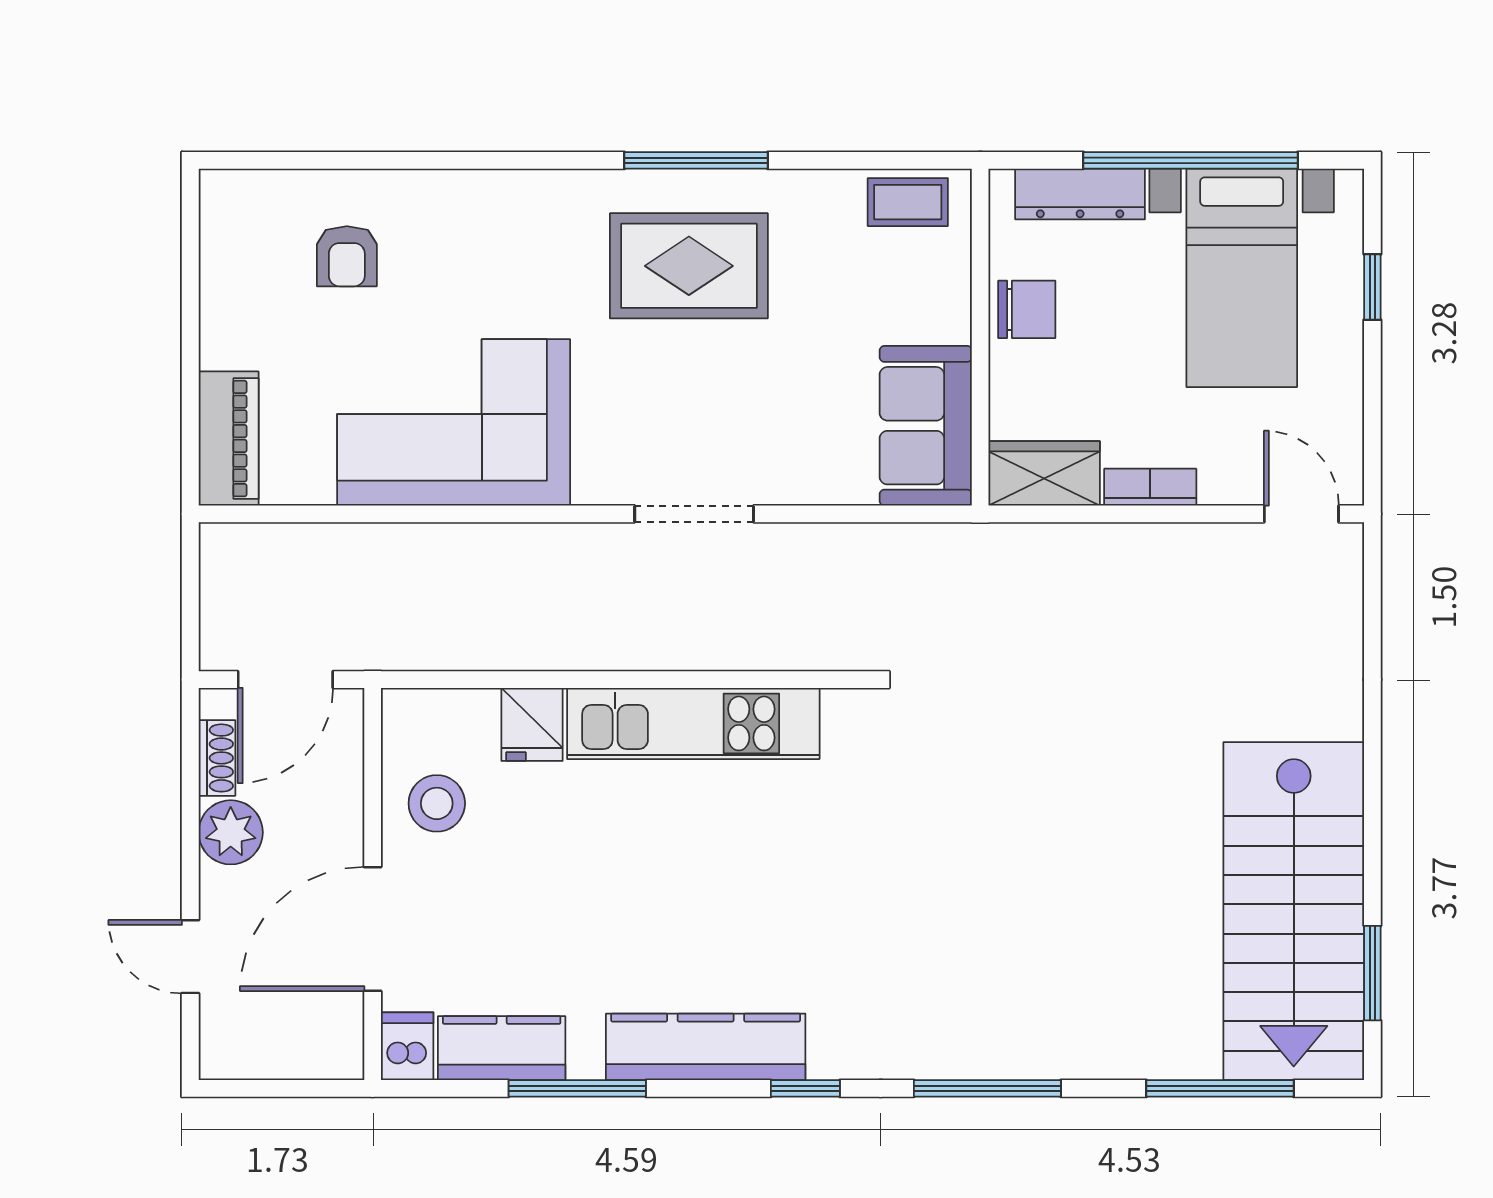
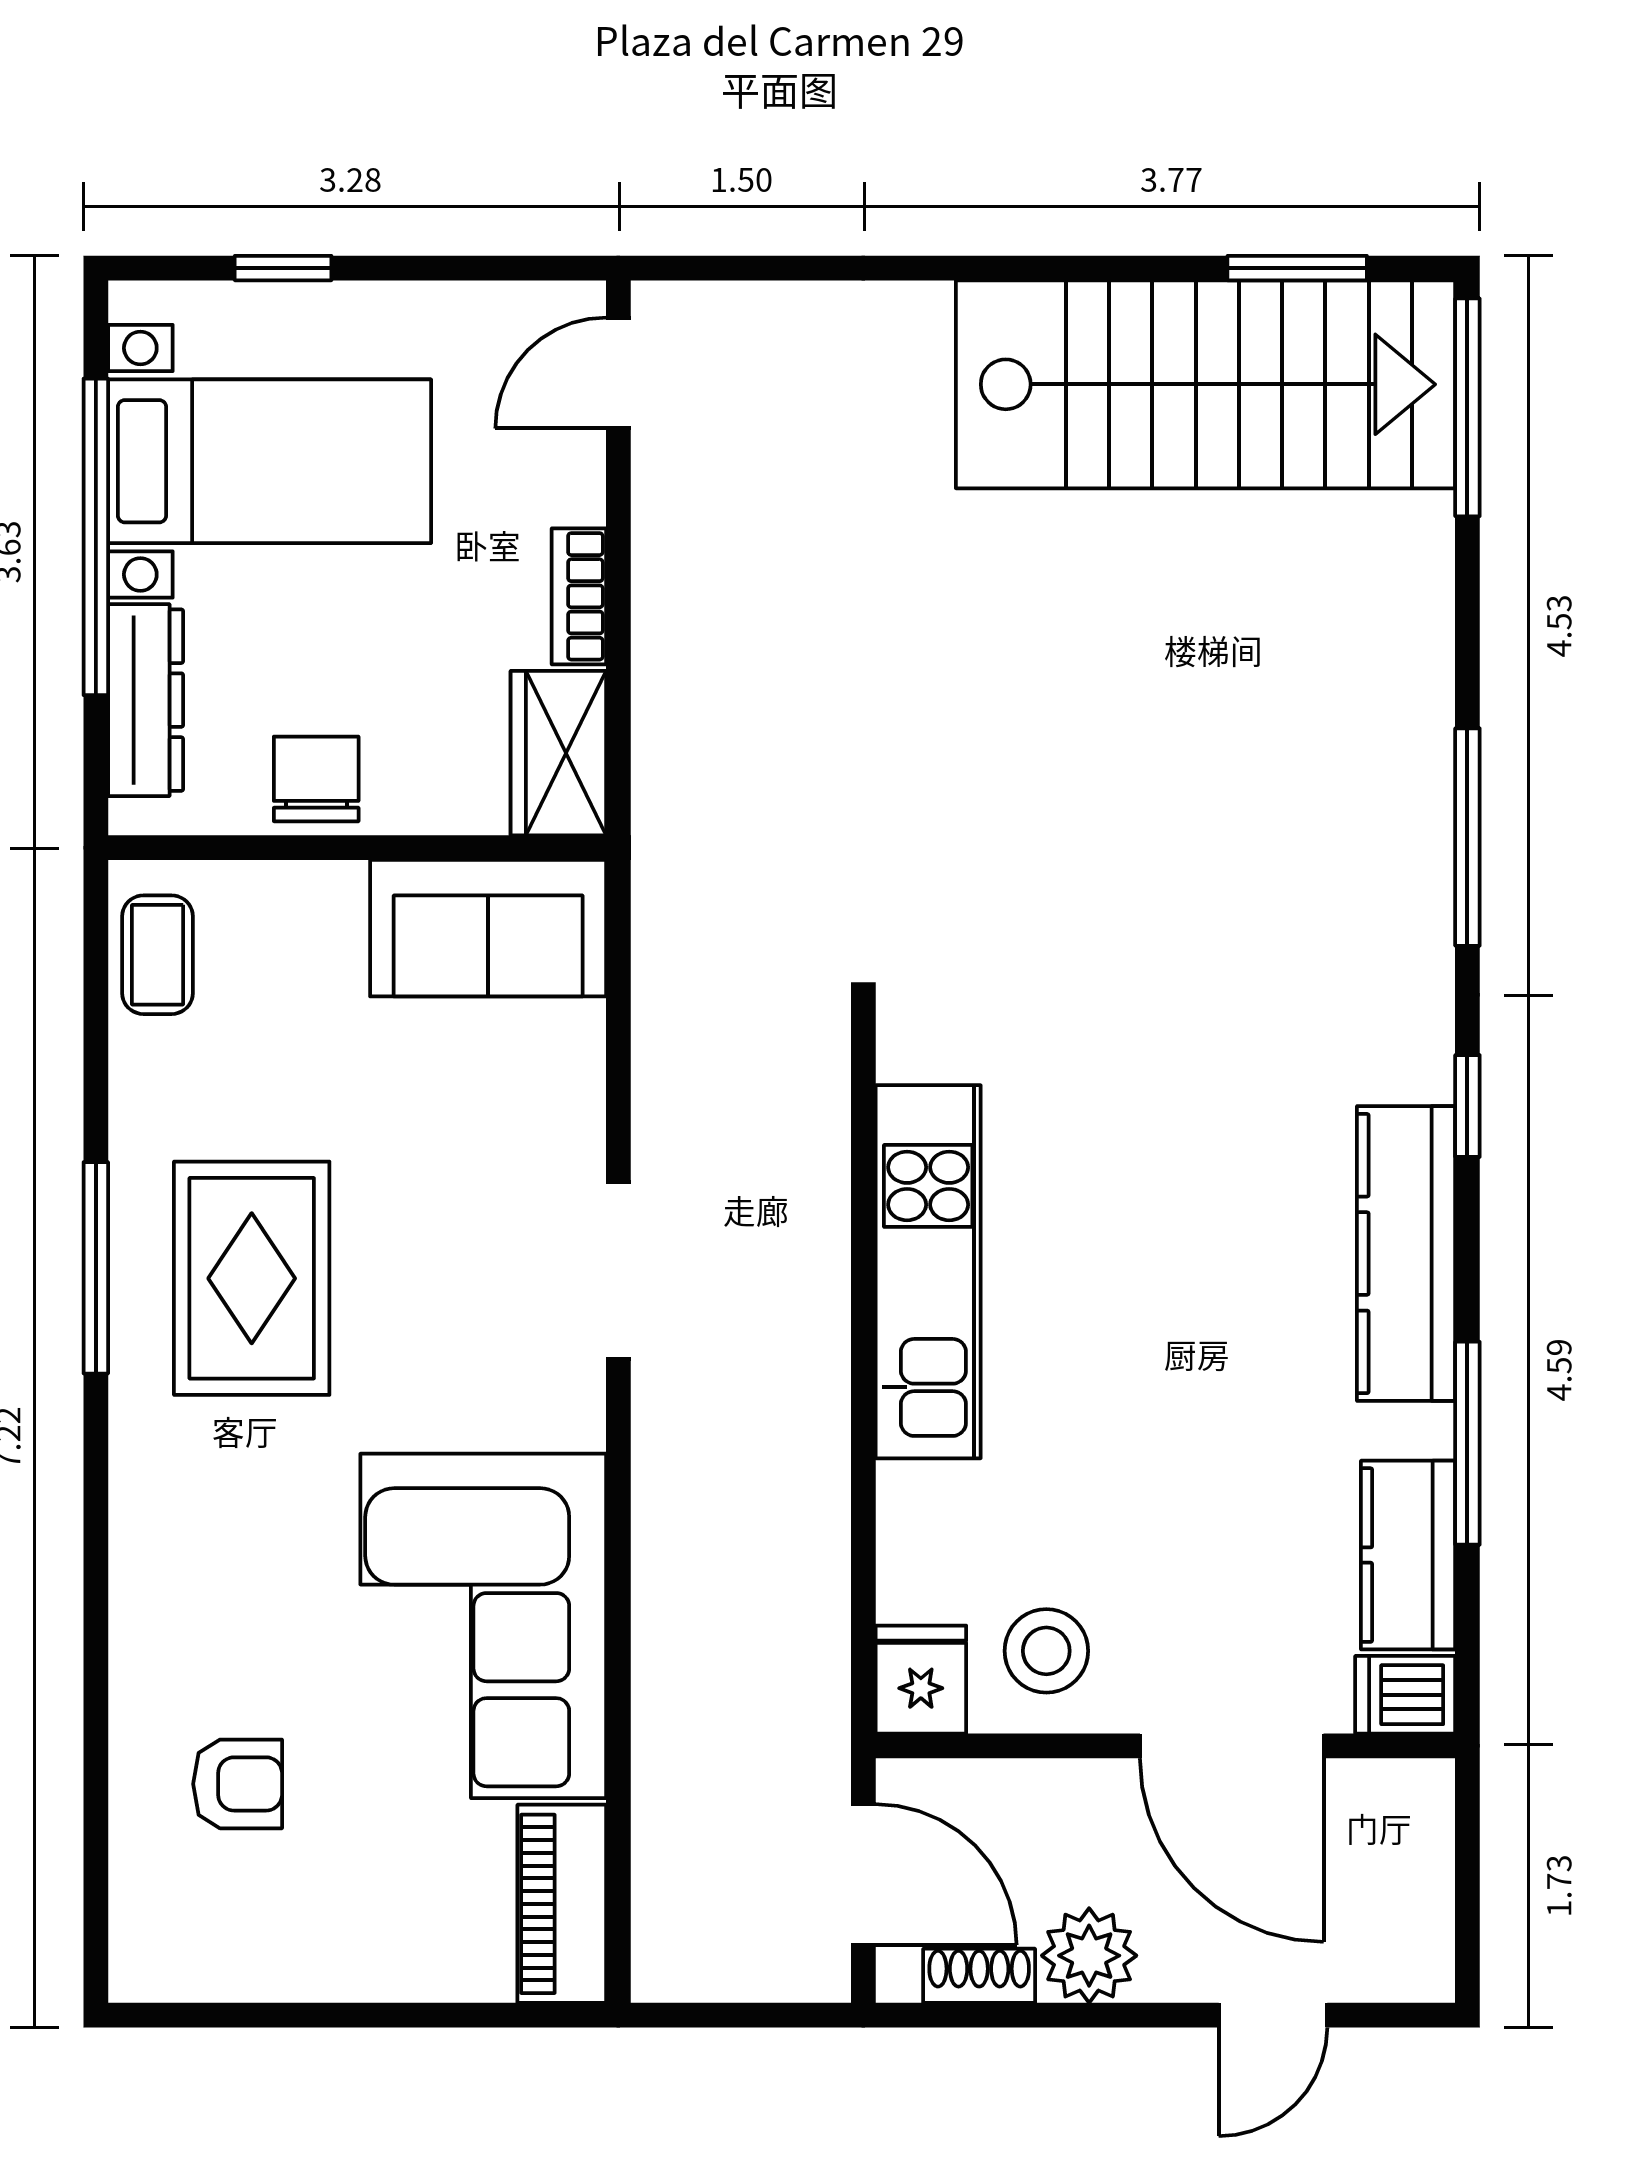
piano: (229, 439) -> (562, 1904), moved, turned -90
fridge: (532, 724) -> (921, 1680), moved, turned -90
window: (1220, 1088) -> (1467, 407), moved

